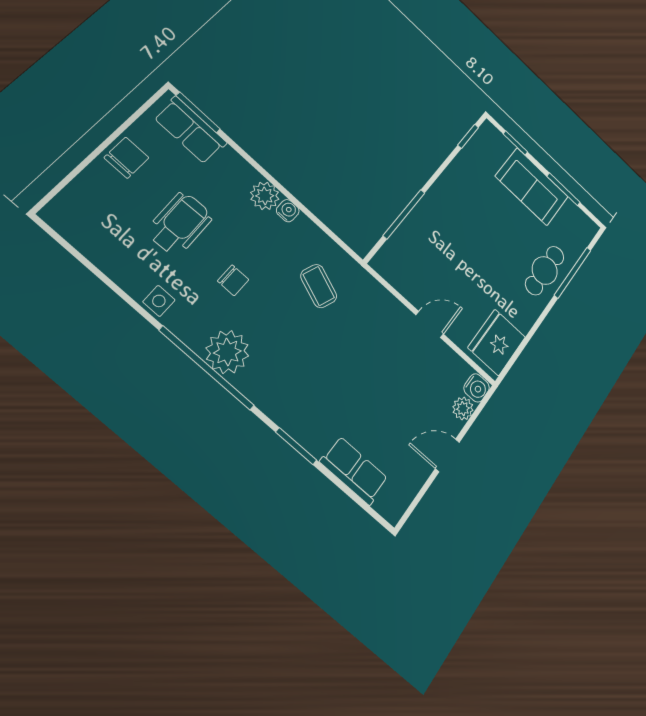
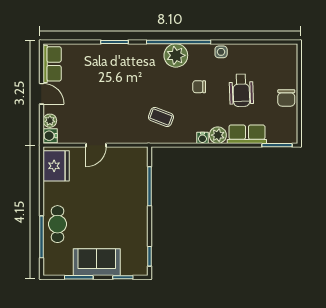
row of seats: (190, 130) -> (247, 134), moved
door: (447, 455) -> (41, 94), hinge flipped
row of seats: (354, 470) -> (52, 64), moved, turned -90

